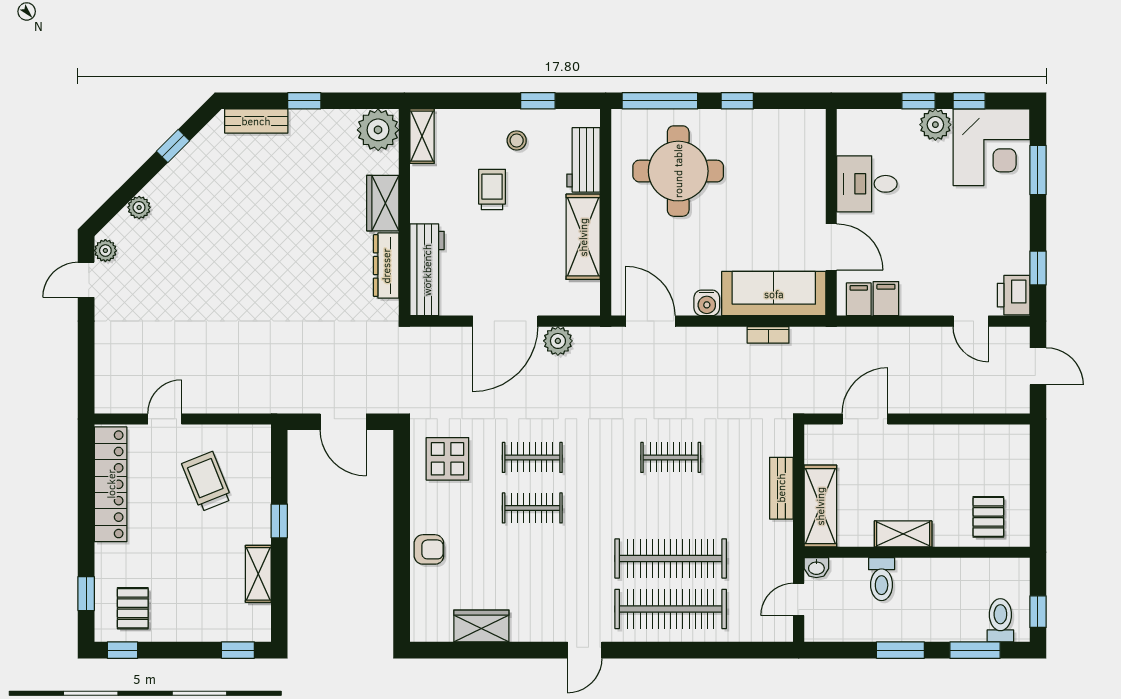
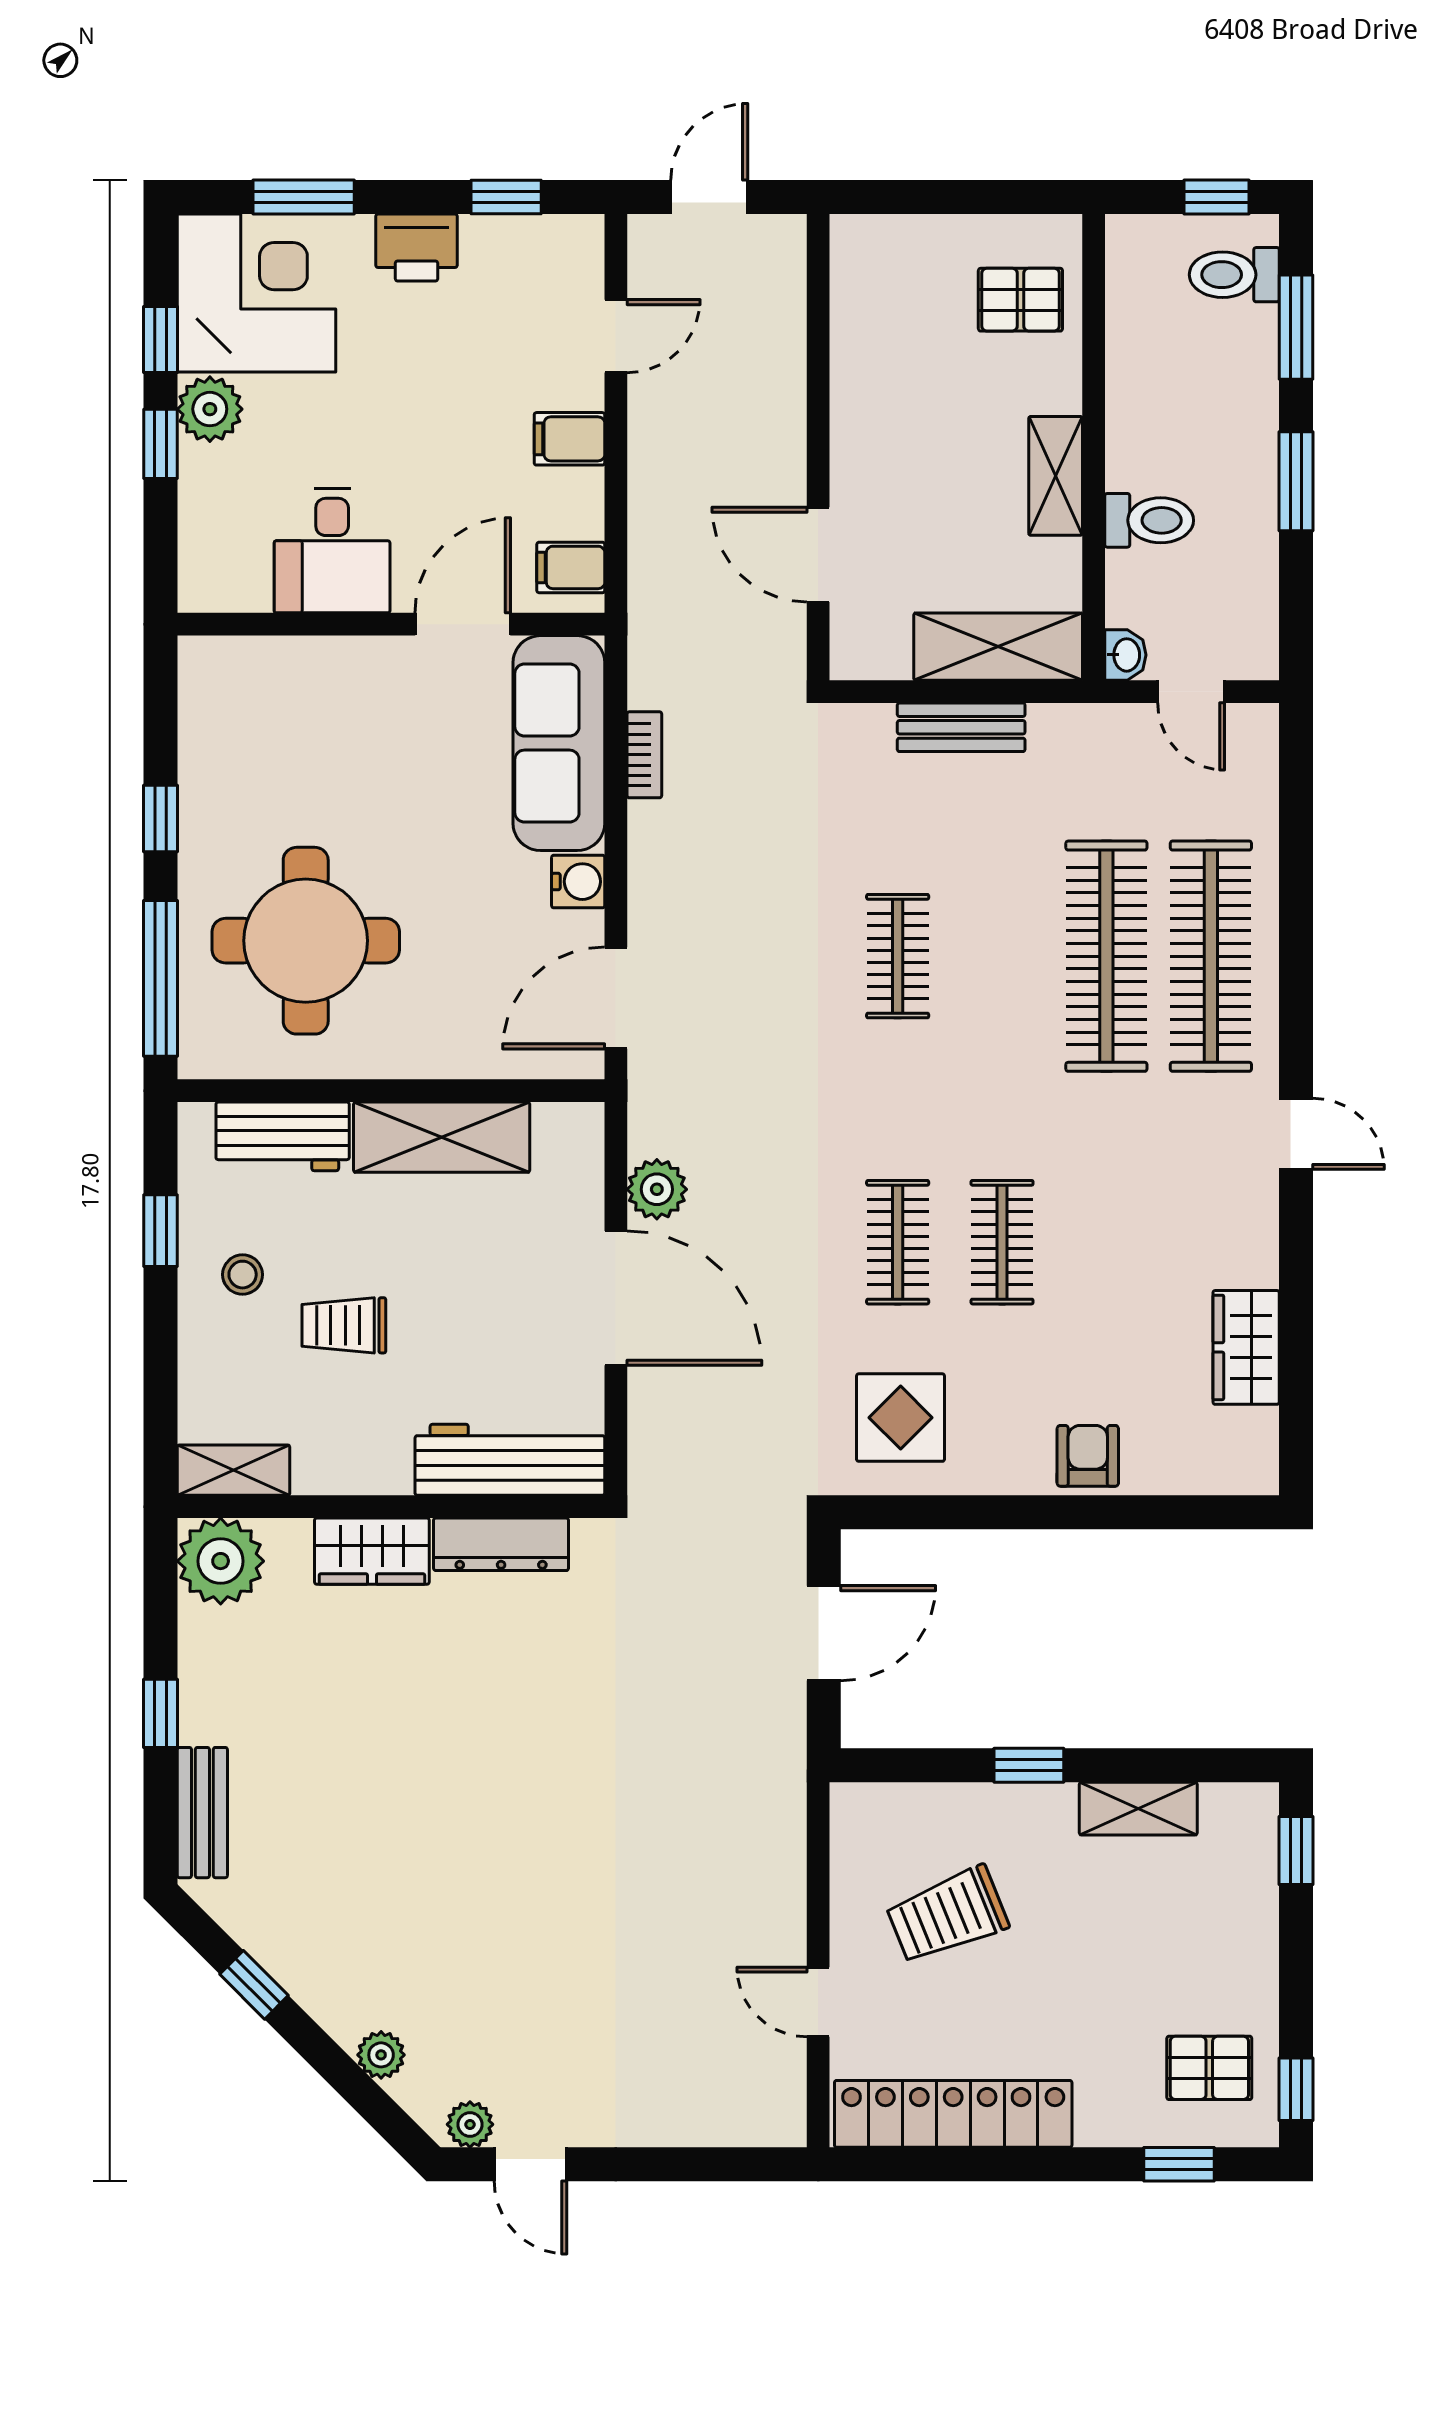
printer: (1014, 295) -> (417, 247), moved
filing cabinet: (886, 299) -> (569, 439), moved

